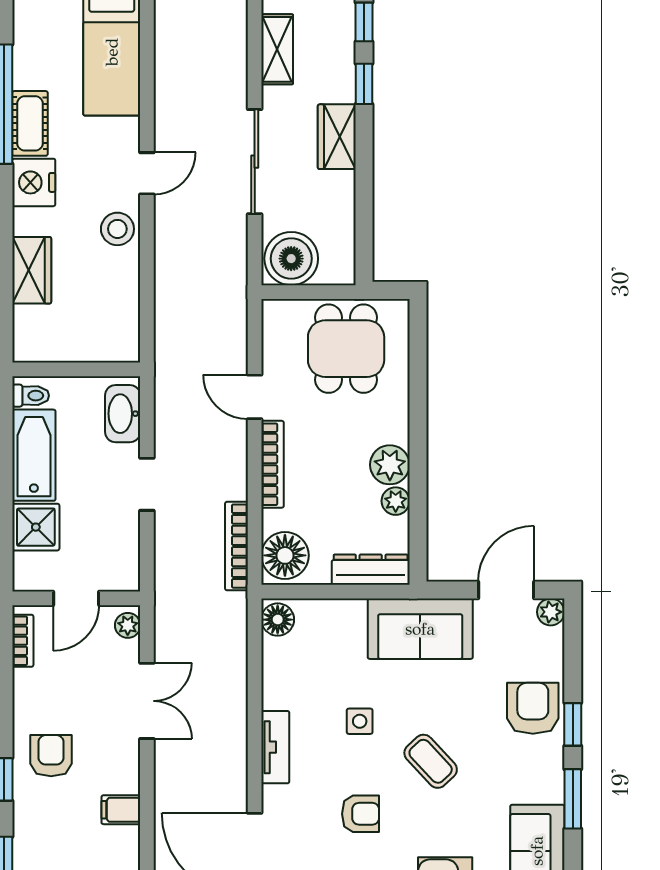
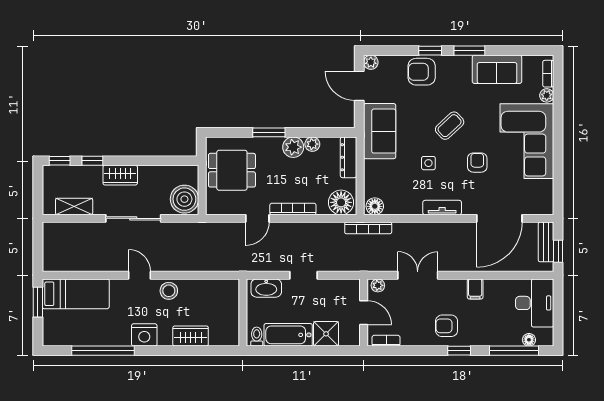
cot: (30, 123) -> (113, 337), removed
window: (418, 419) -> (269, 132), added
bookcase: (237, 546) -> (368, 228), moved

